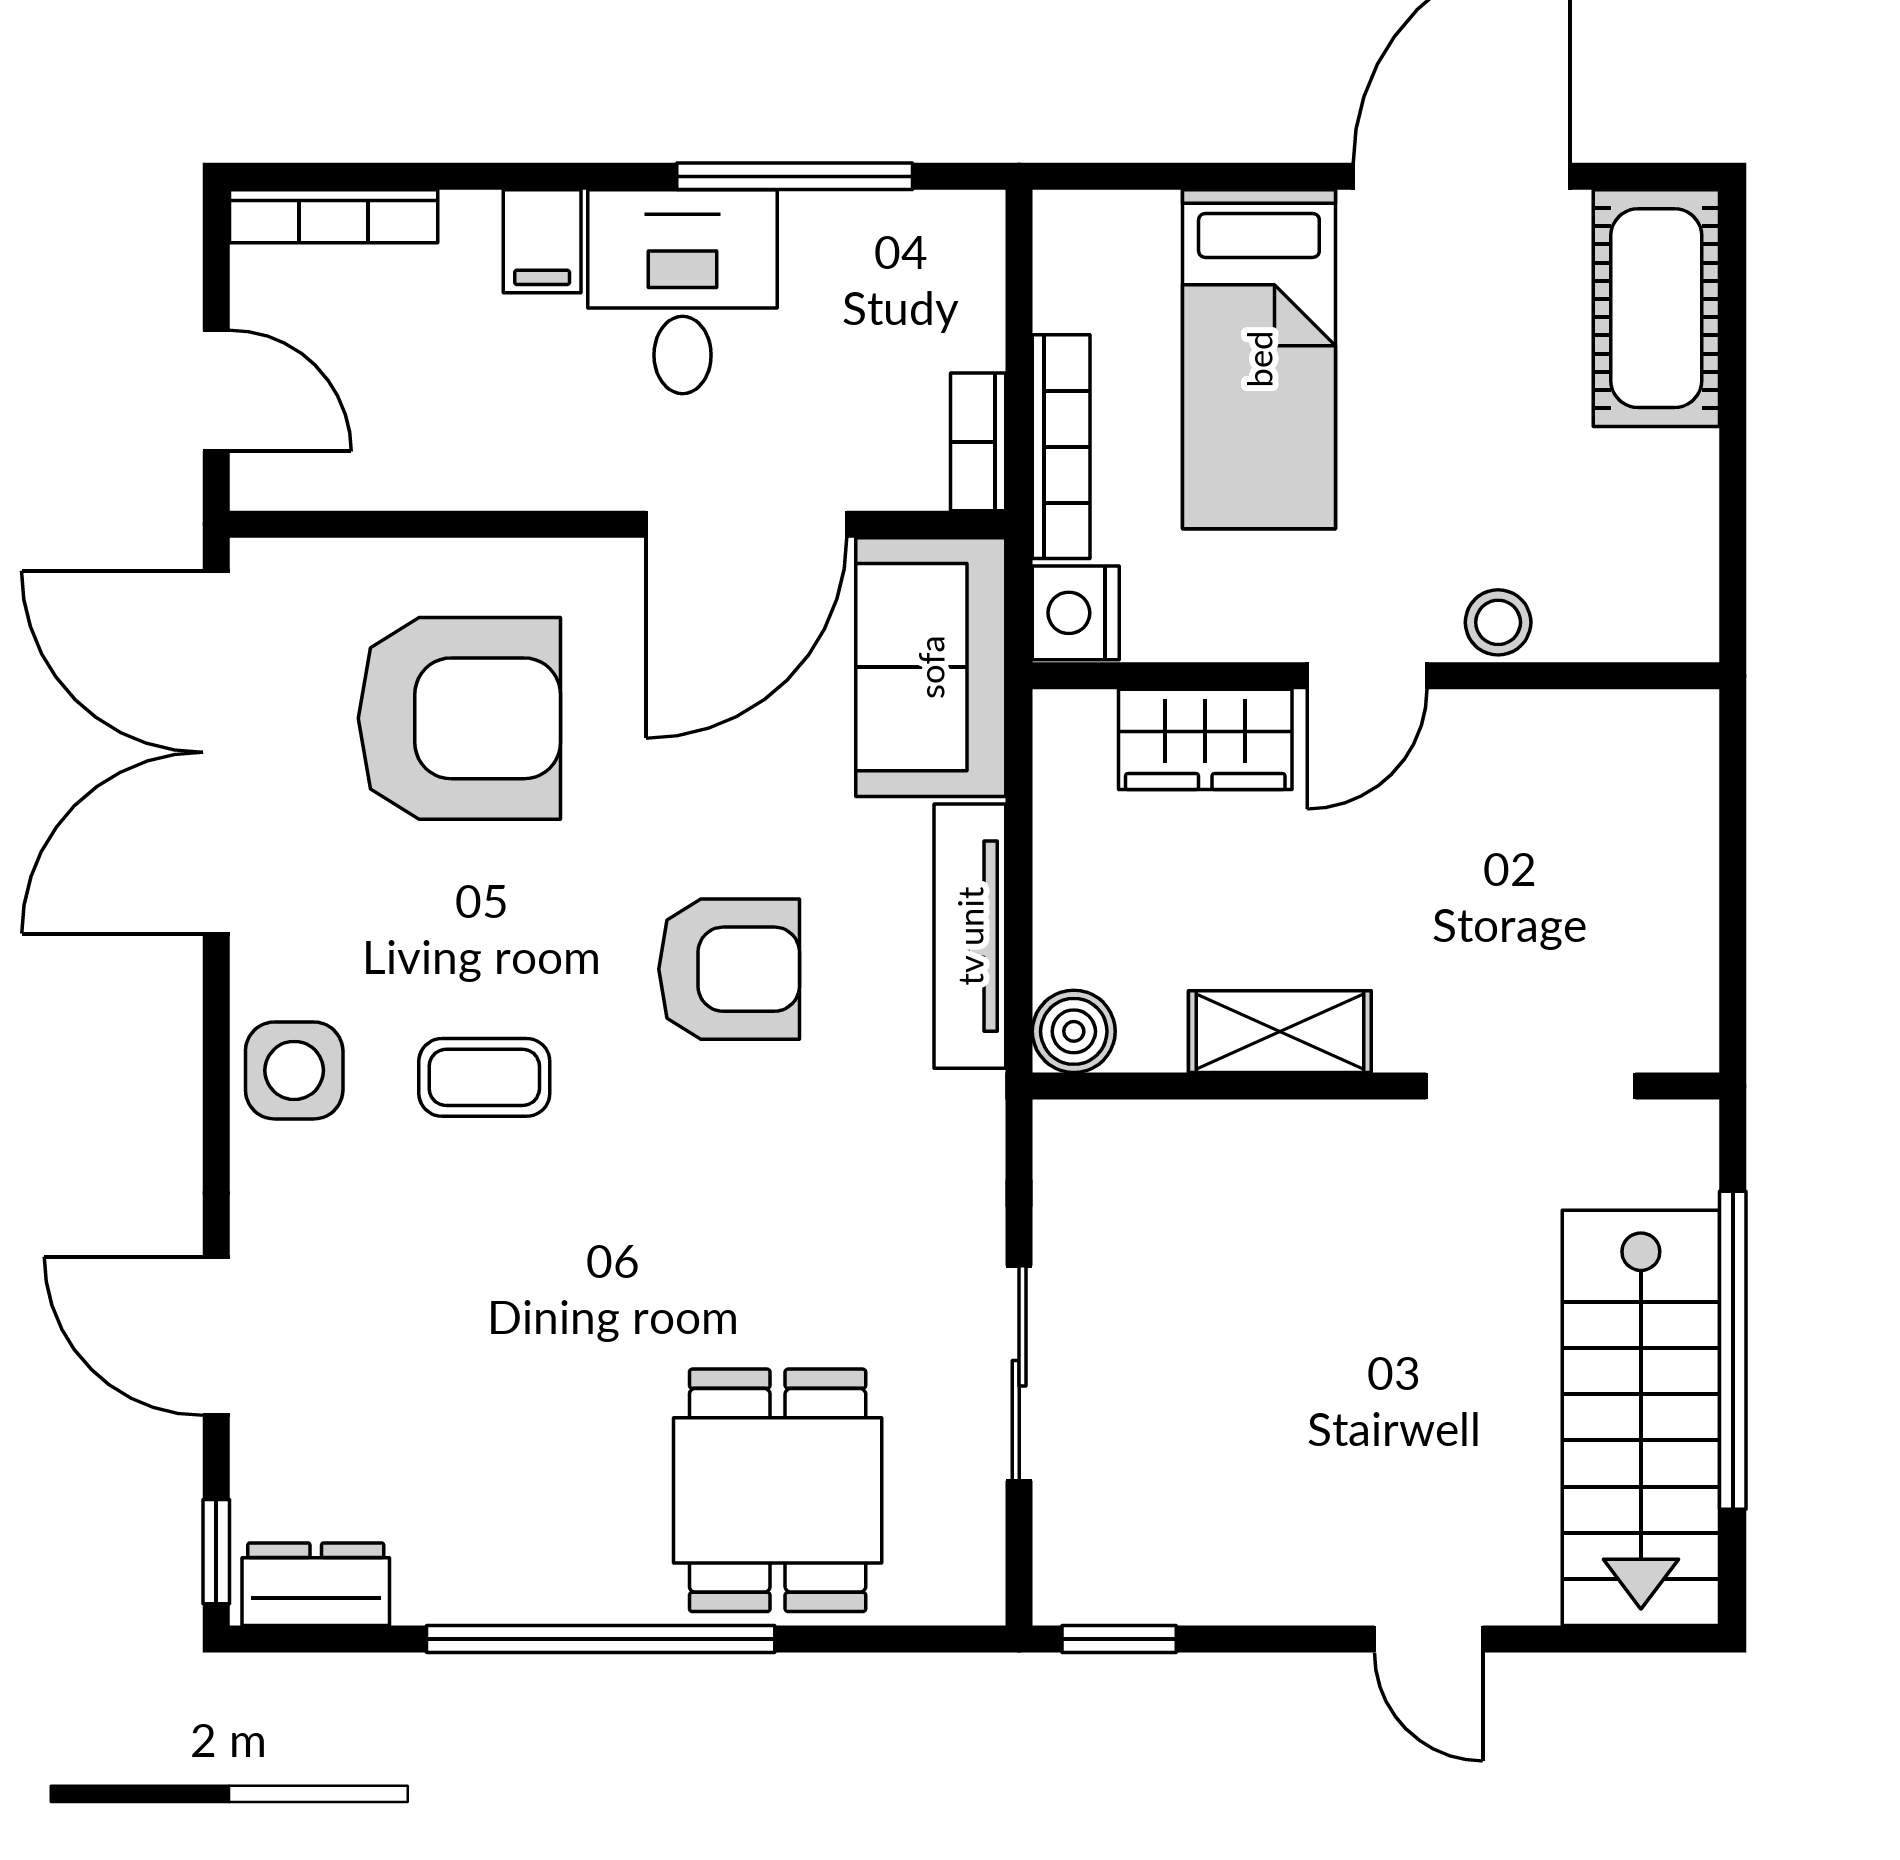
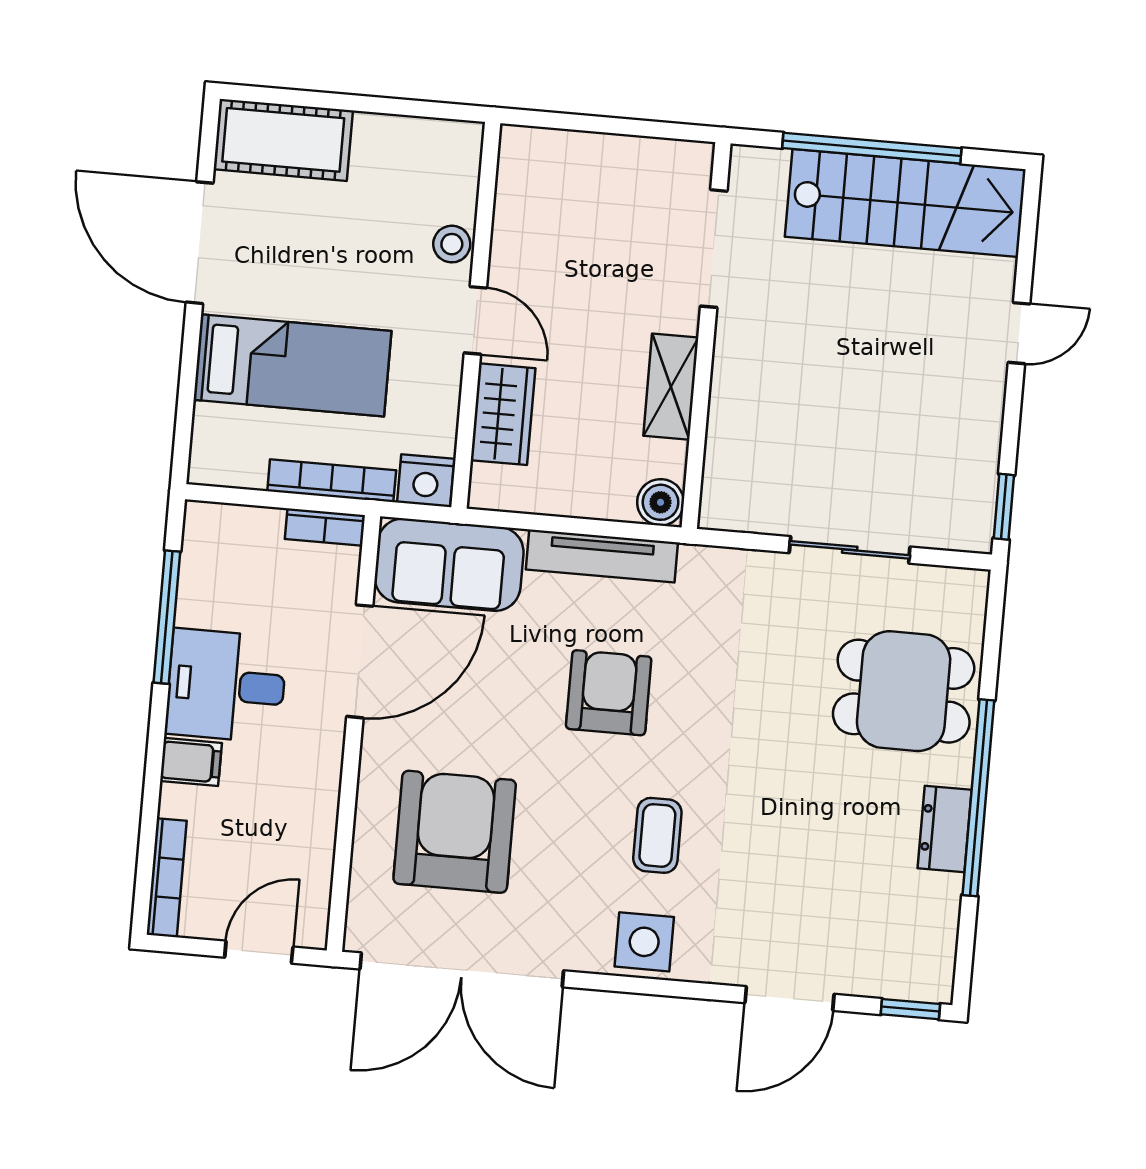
door: (746, 524) -> (360, 661), hinge flipped
dresser: (316, 1584) -> (945, 829), moved

